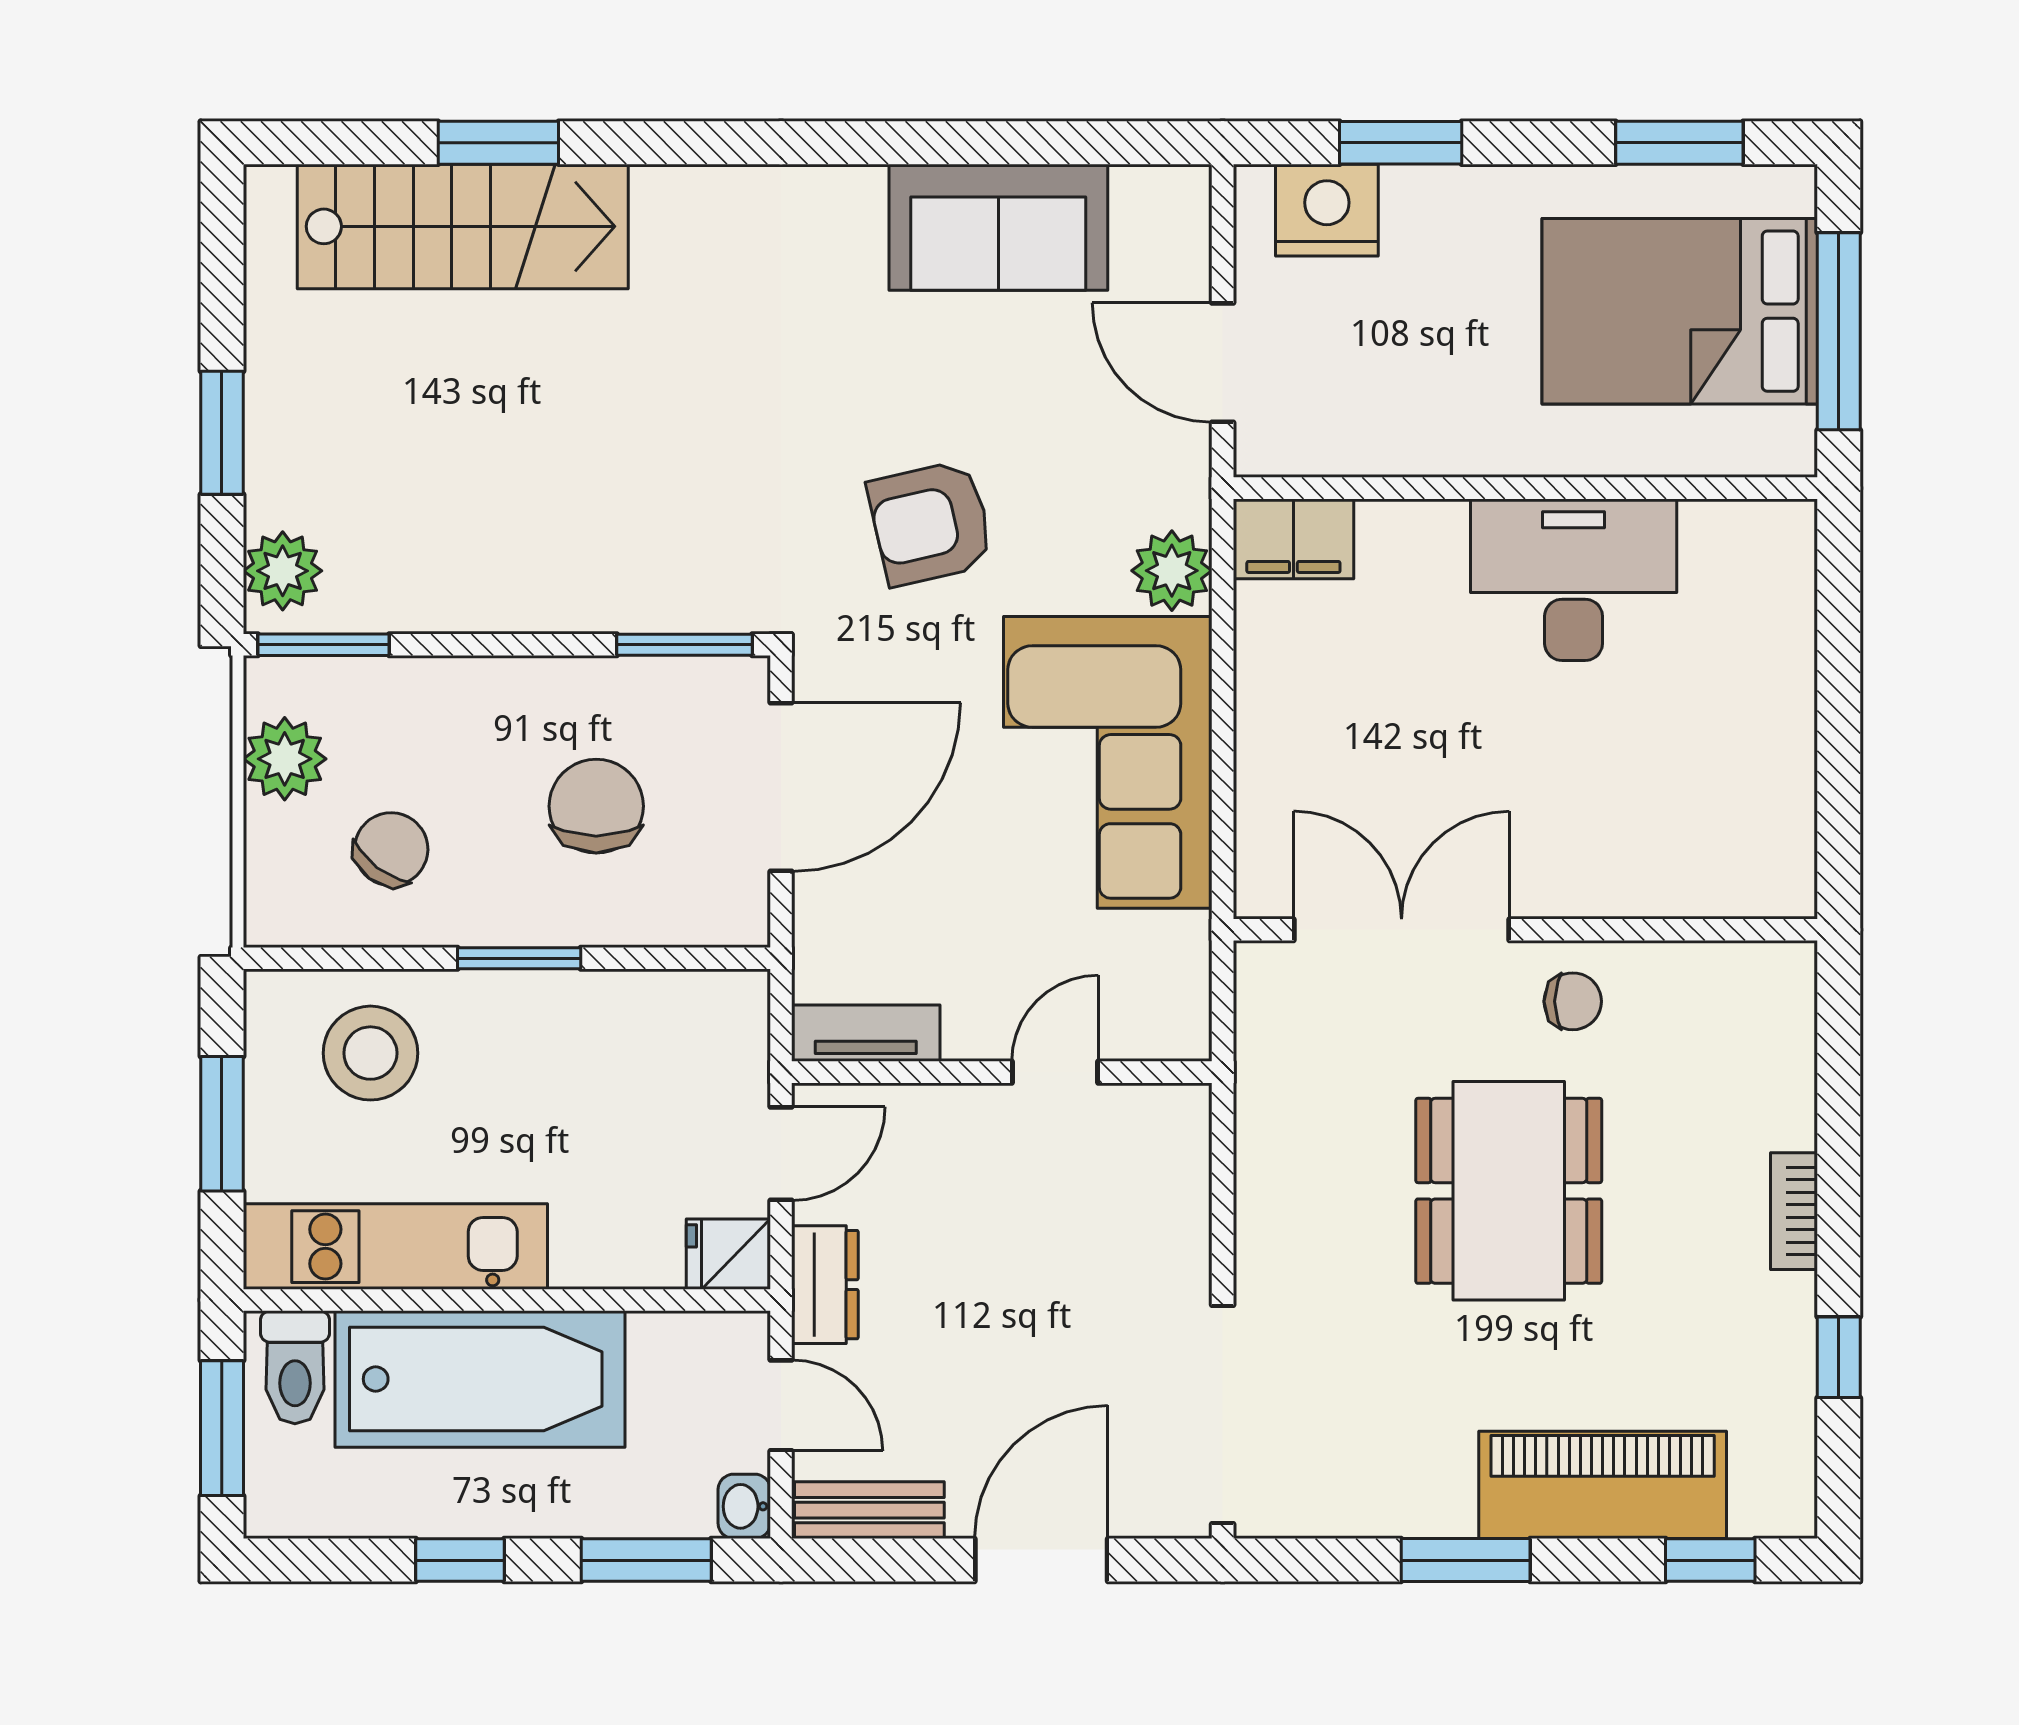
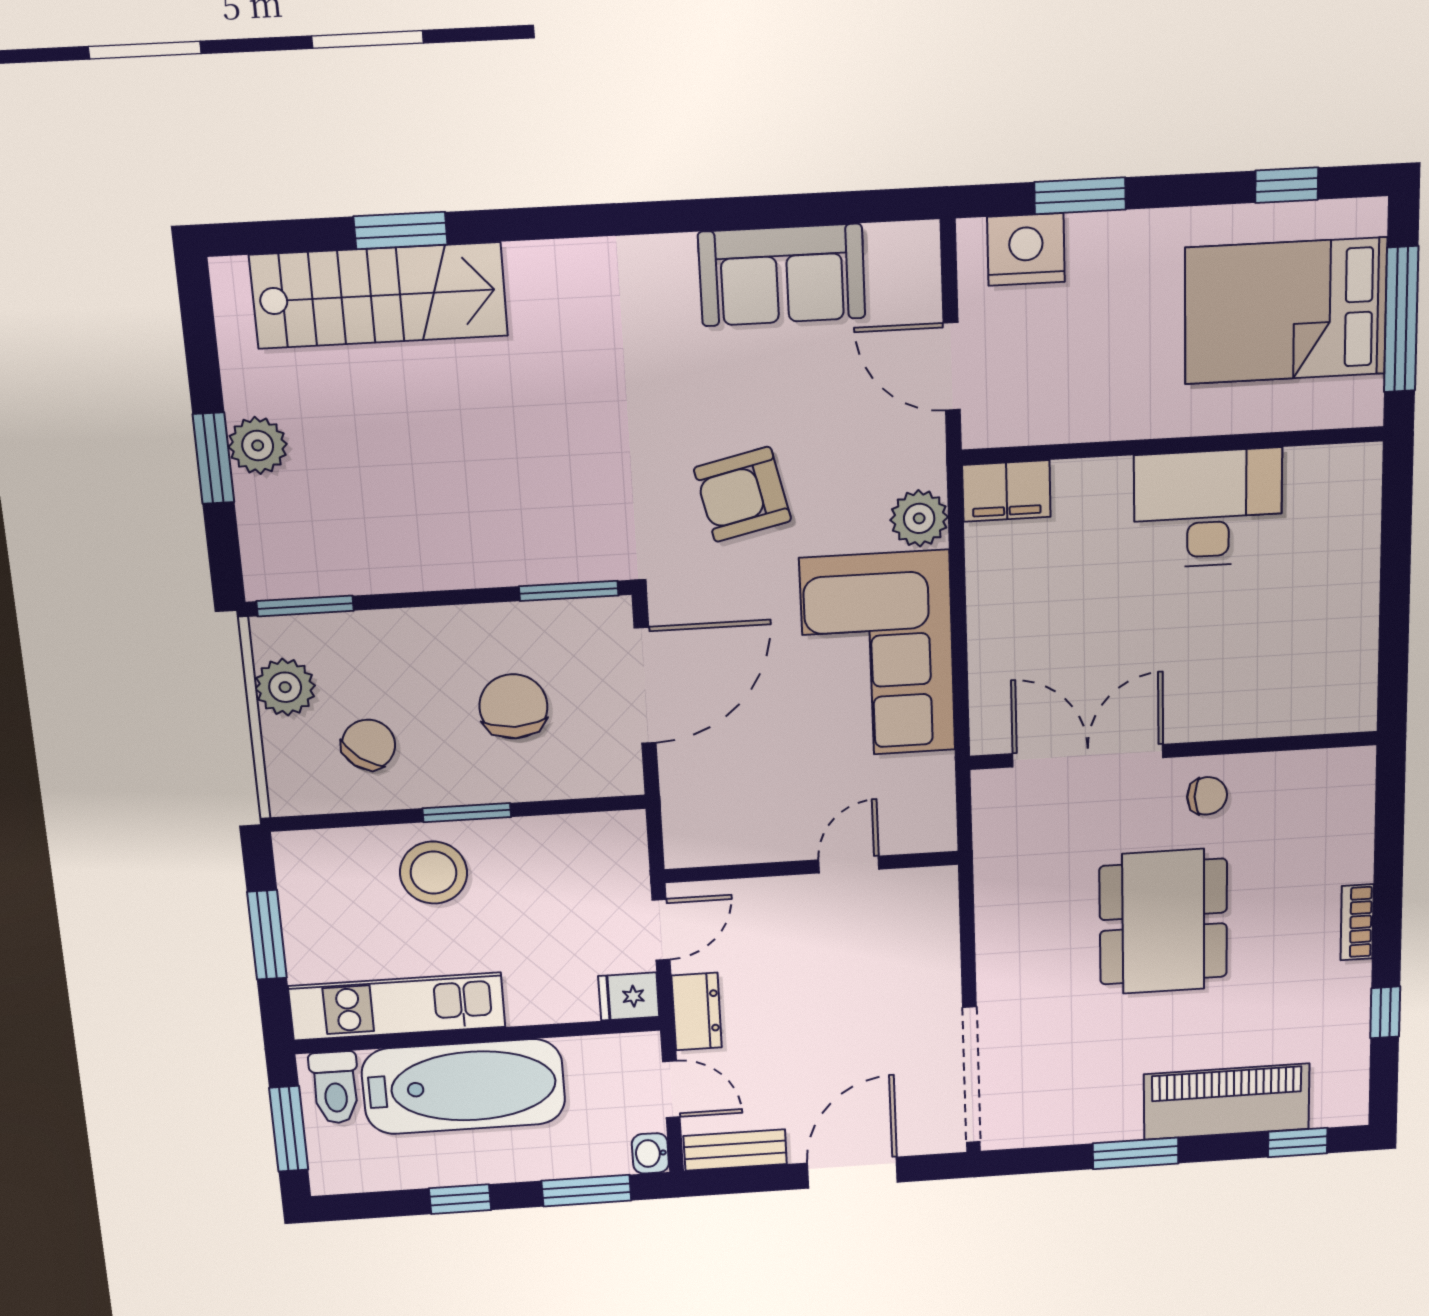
window: (1679, 143) -> (1287, 185), width x0.67
plant: (283, 571) -> (258, 445), moved
tv unit: (866, 1033) -> (715, 847), removed
stool: (370, 1053) -> (433, 873), moved

